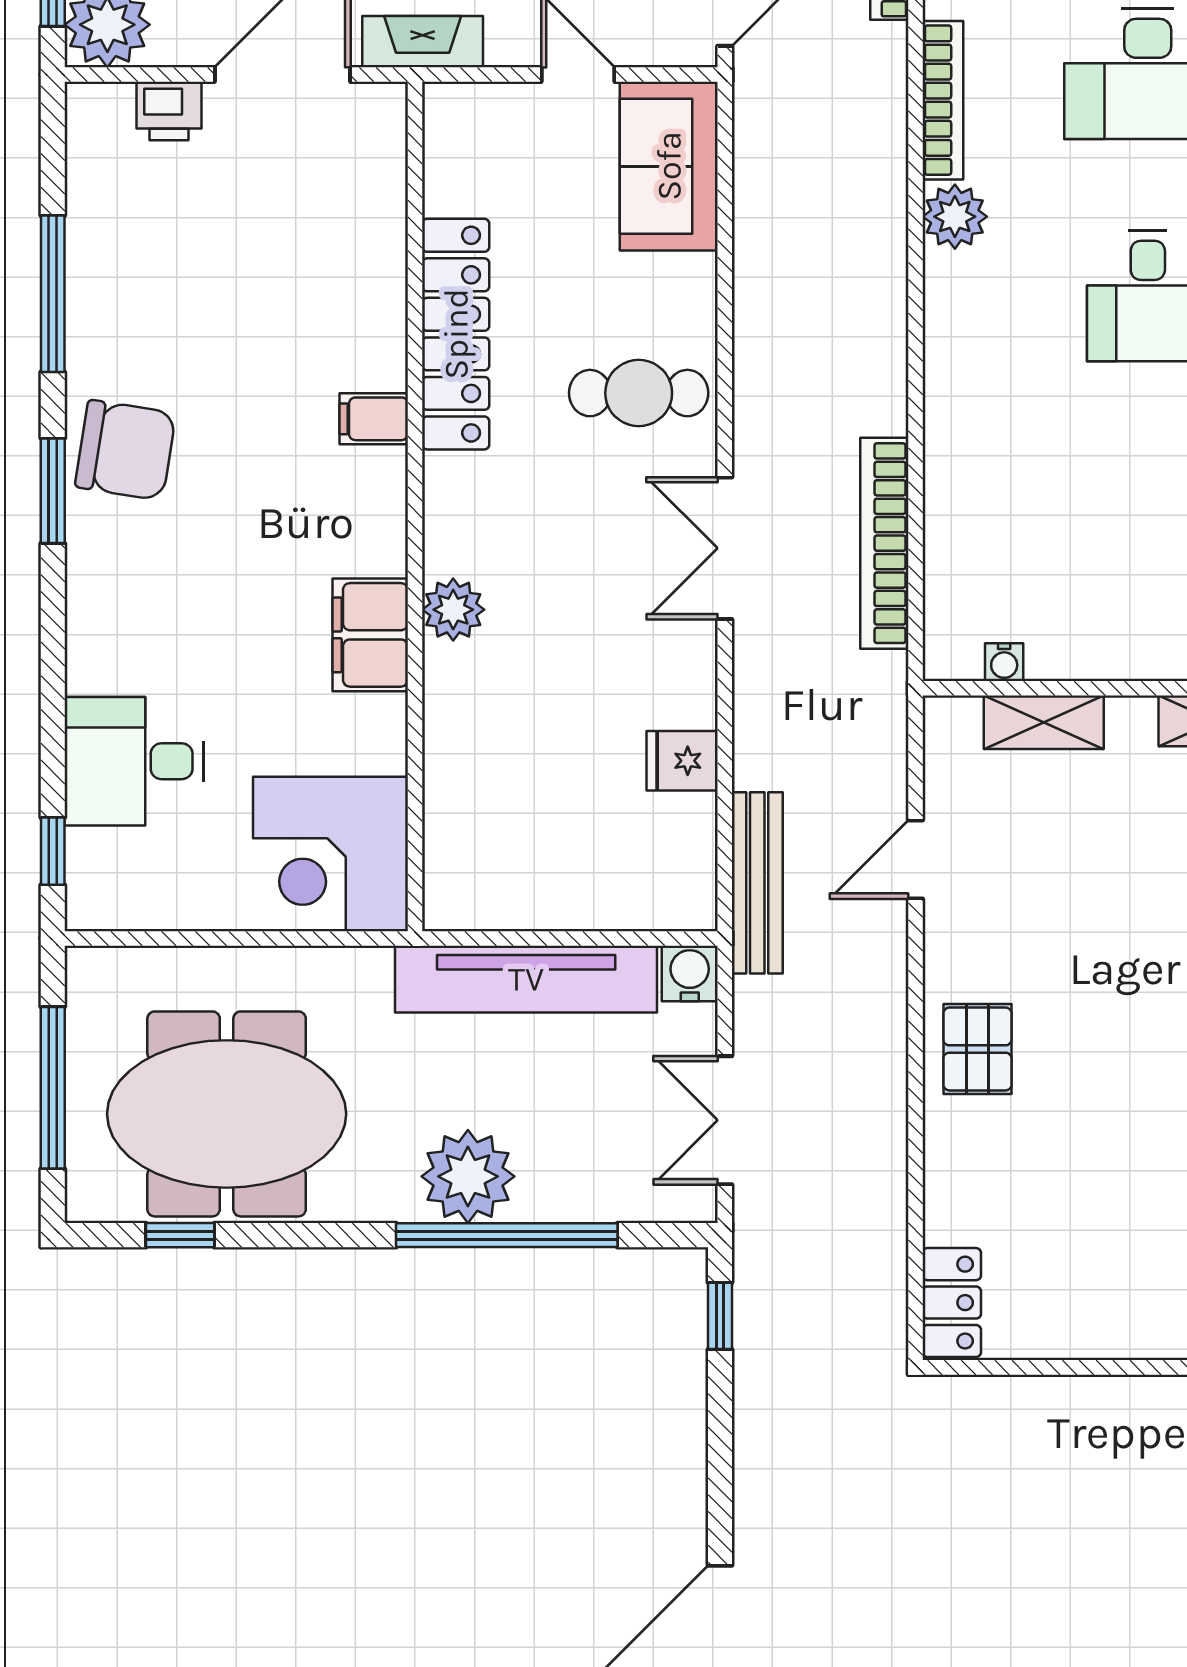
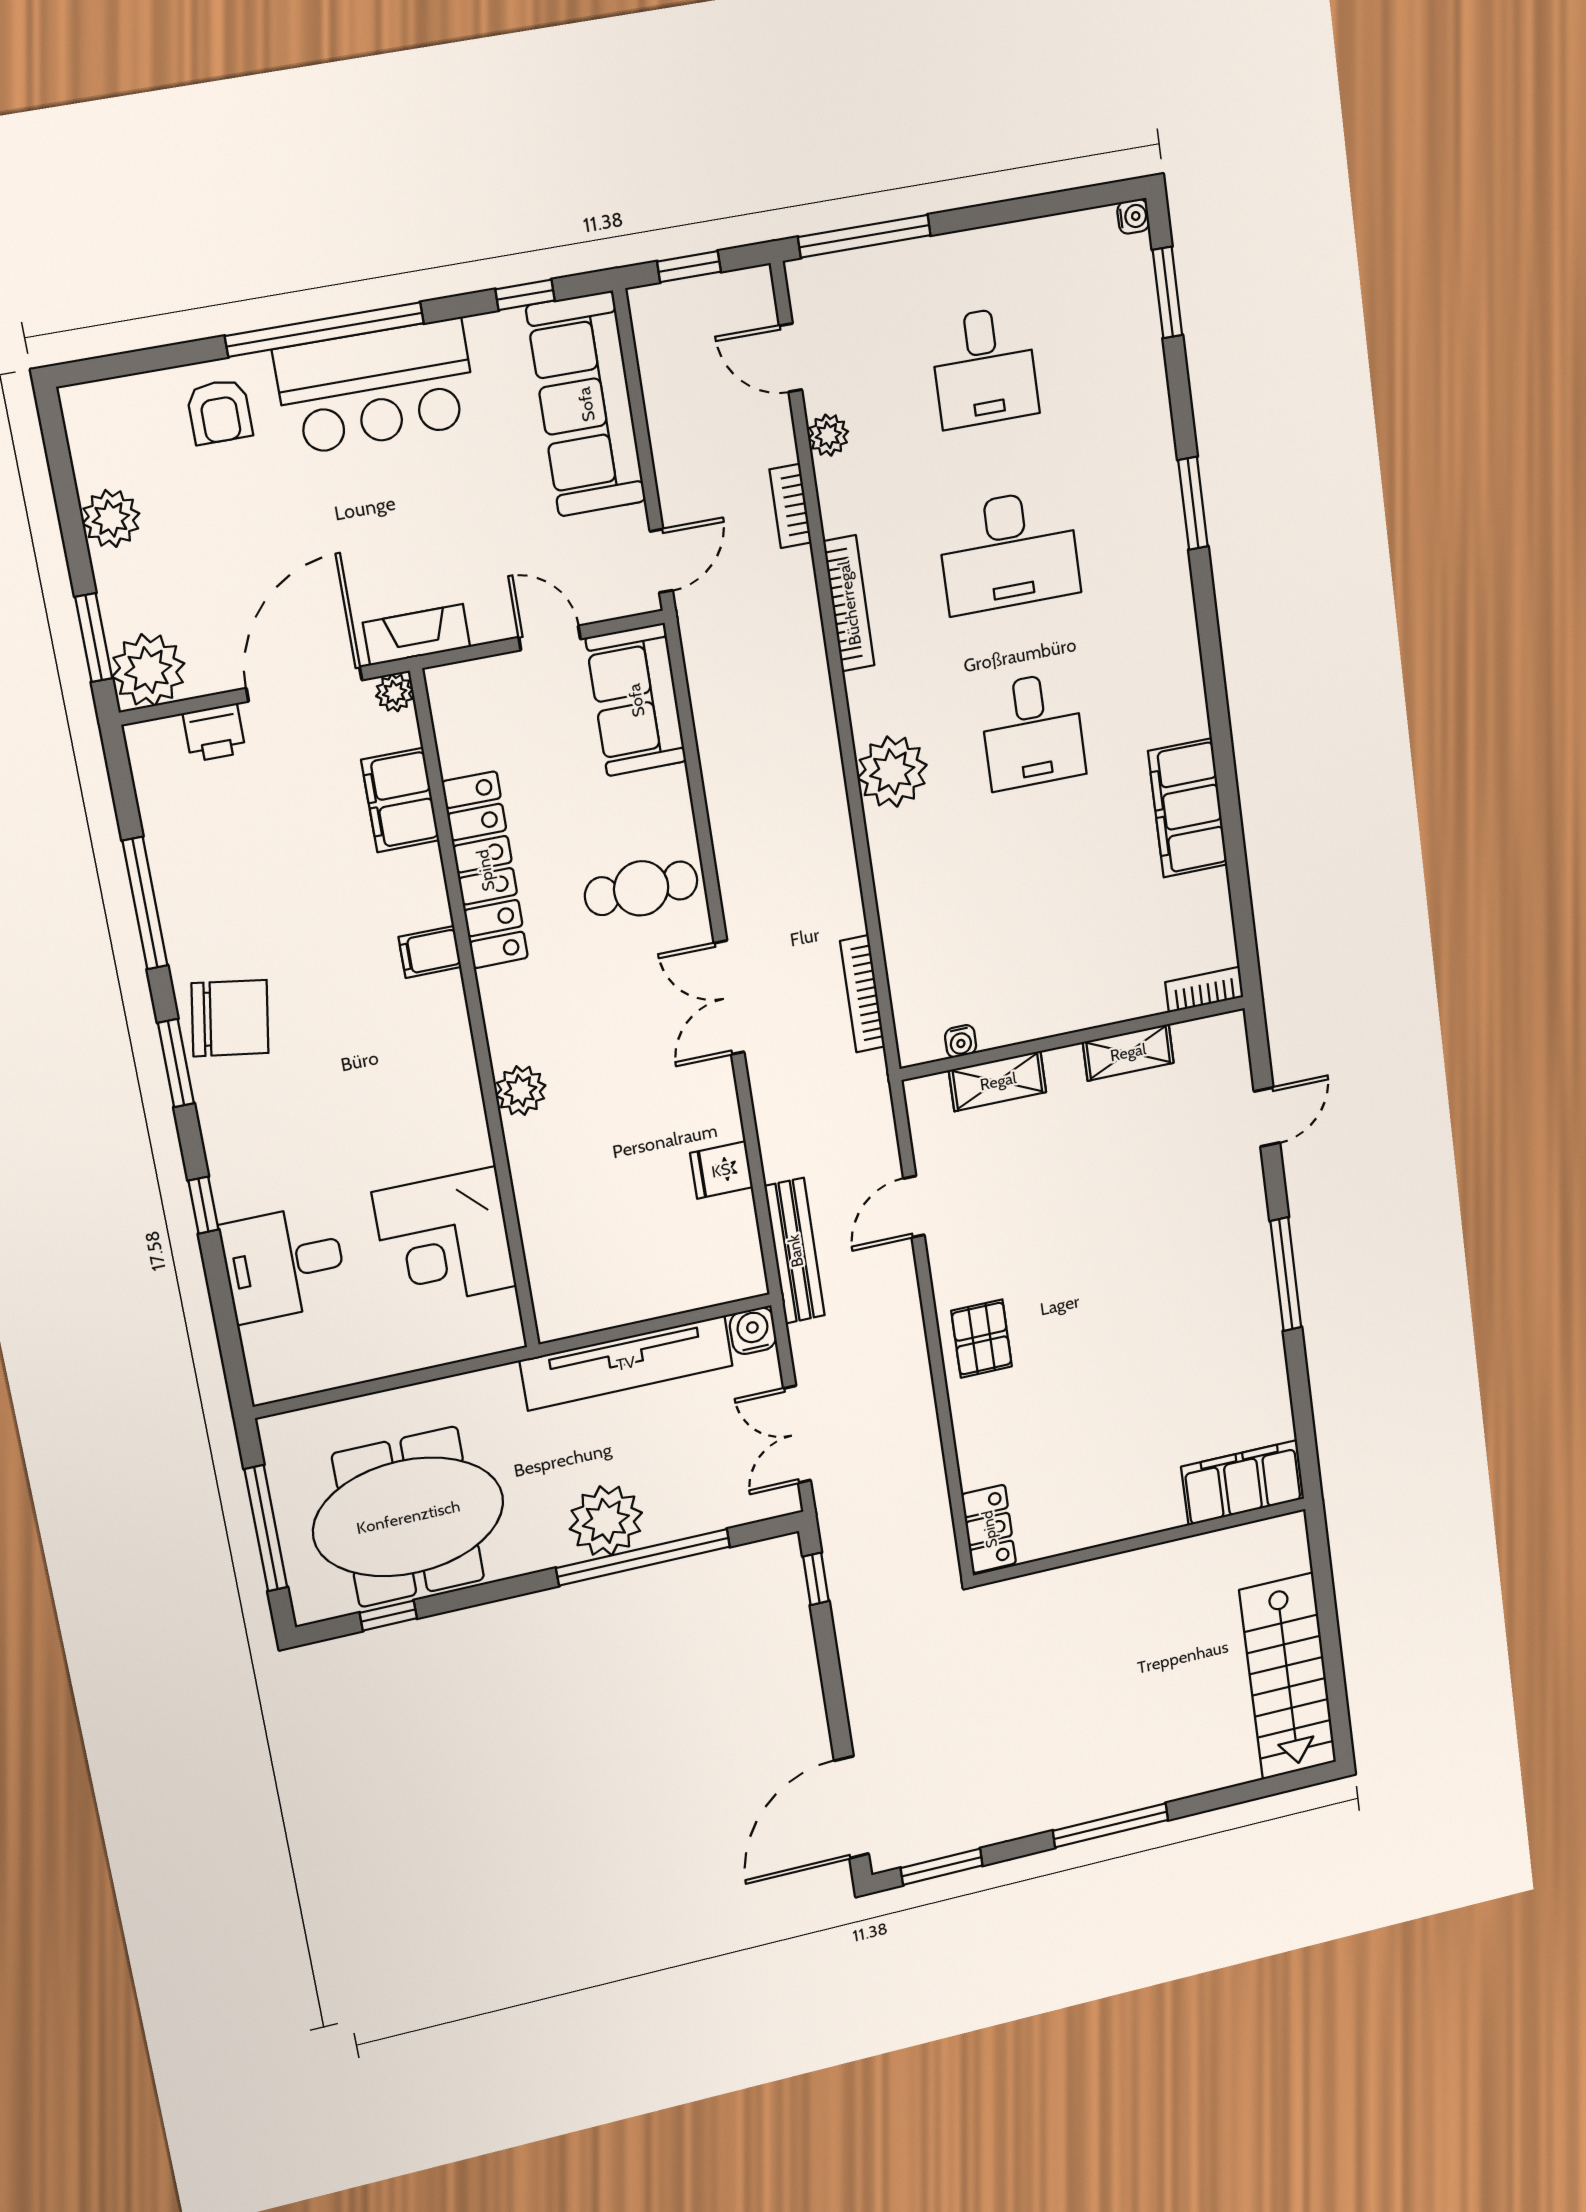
plant: (385, 104) -> (395, 693), added
plant: (955, 217) -> (892, 772), moved, width x1.36, depth x1.36
bookcase: (884, 543) -> (863, 994), width x0.68, depth x0.76
filing cabinet: (370, 635) -> (400, 800), moved
window: (53, 851) -> (203, 1205), moved
corner desk: (330, 854) -> (444, 1239), moved

